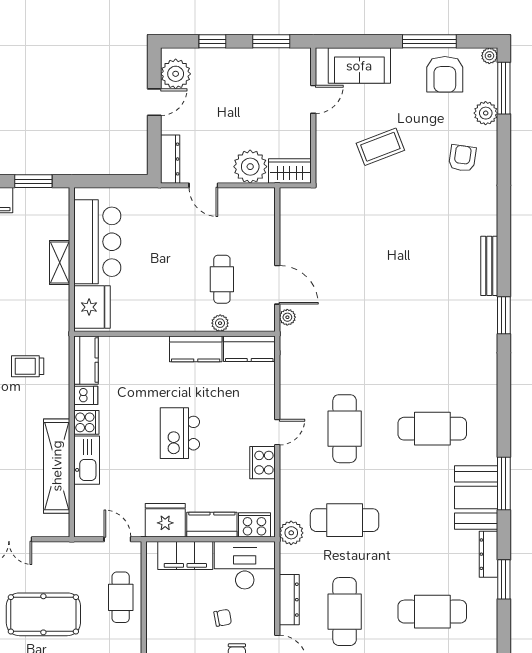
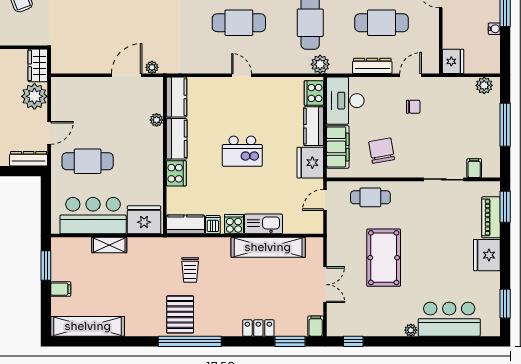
cafe table: (222, 279) -> (88, 161), moved, width x1.37, depth x1.35
cooker: (262, 463) -> (176, 173), moved, turned -90
chair: (223, 618) -> (382, 151), moved, width x1.87, depth x1.87

